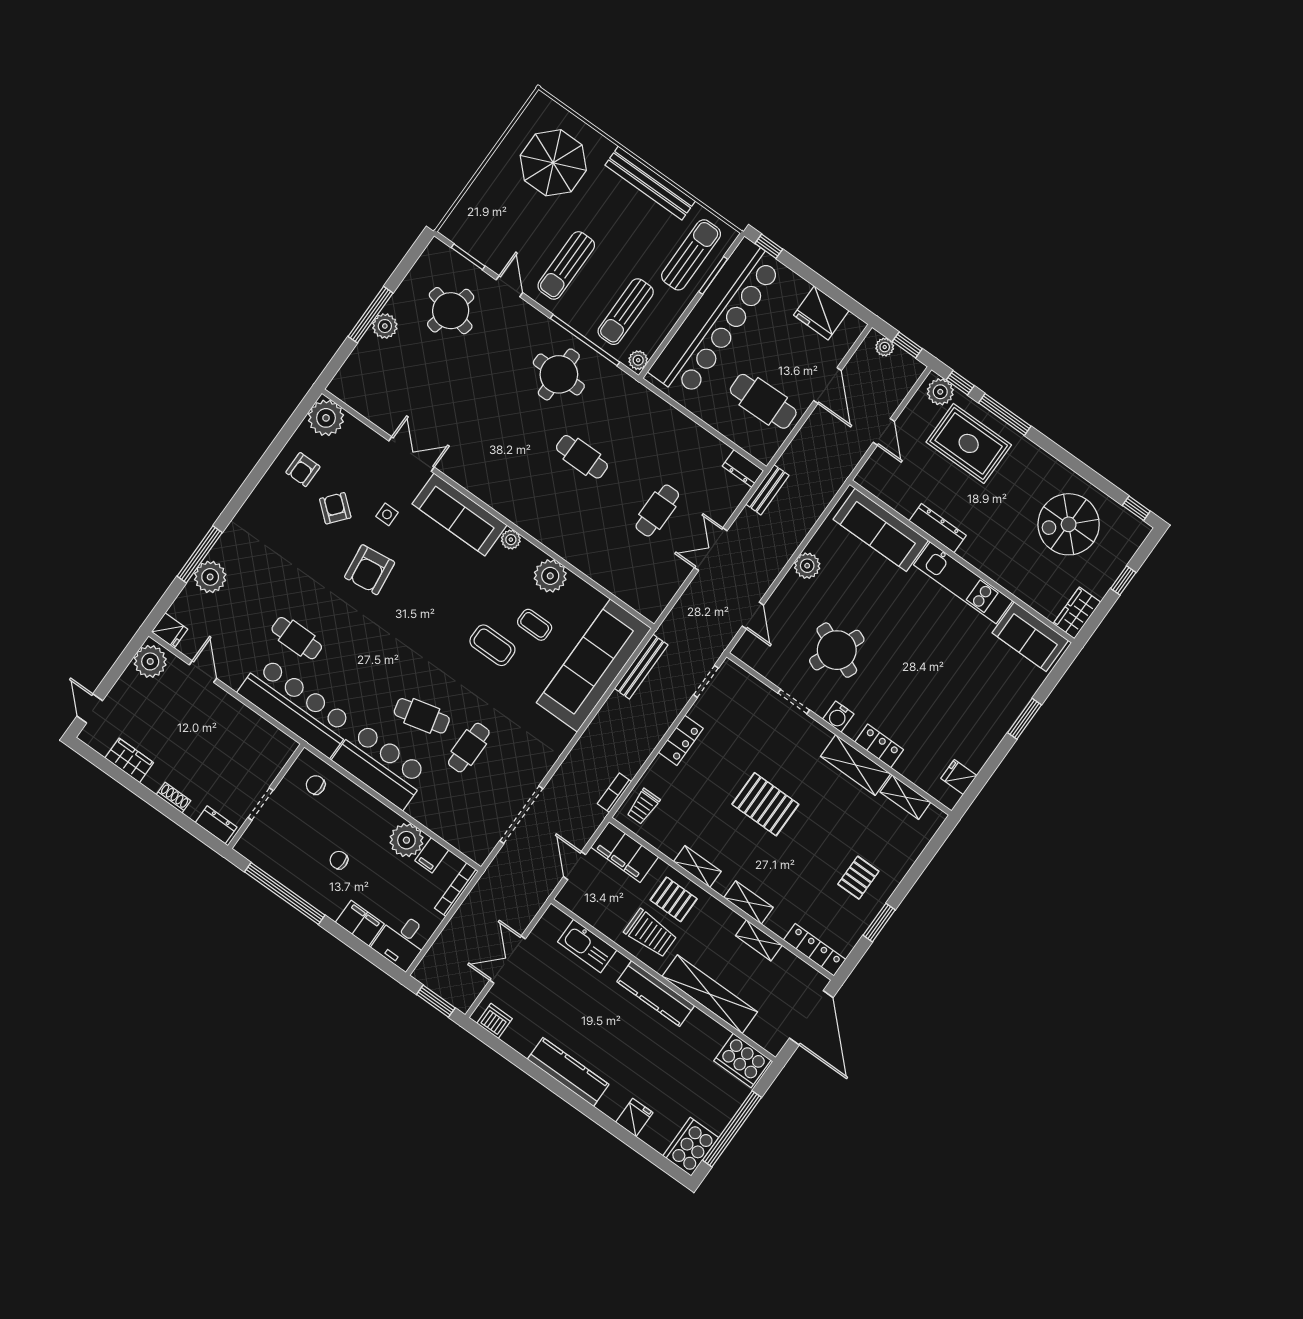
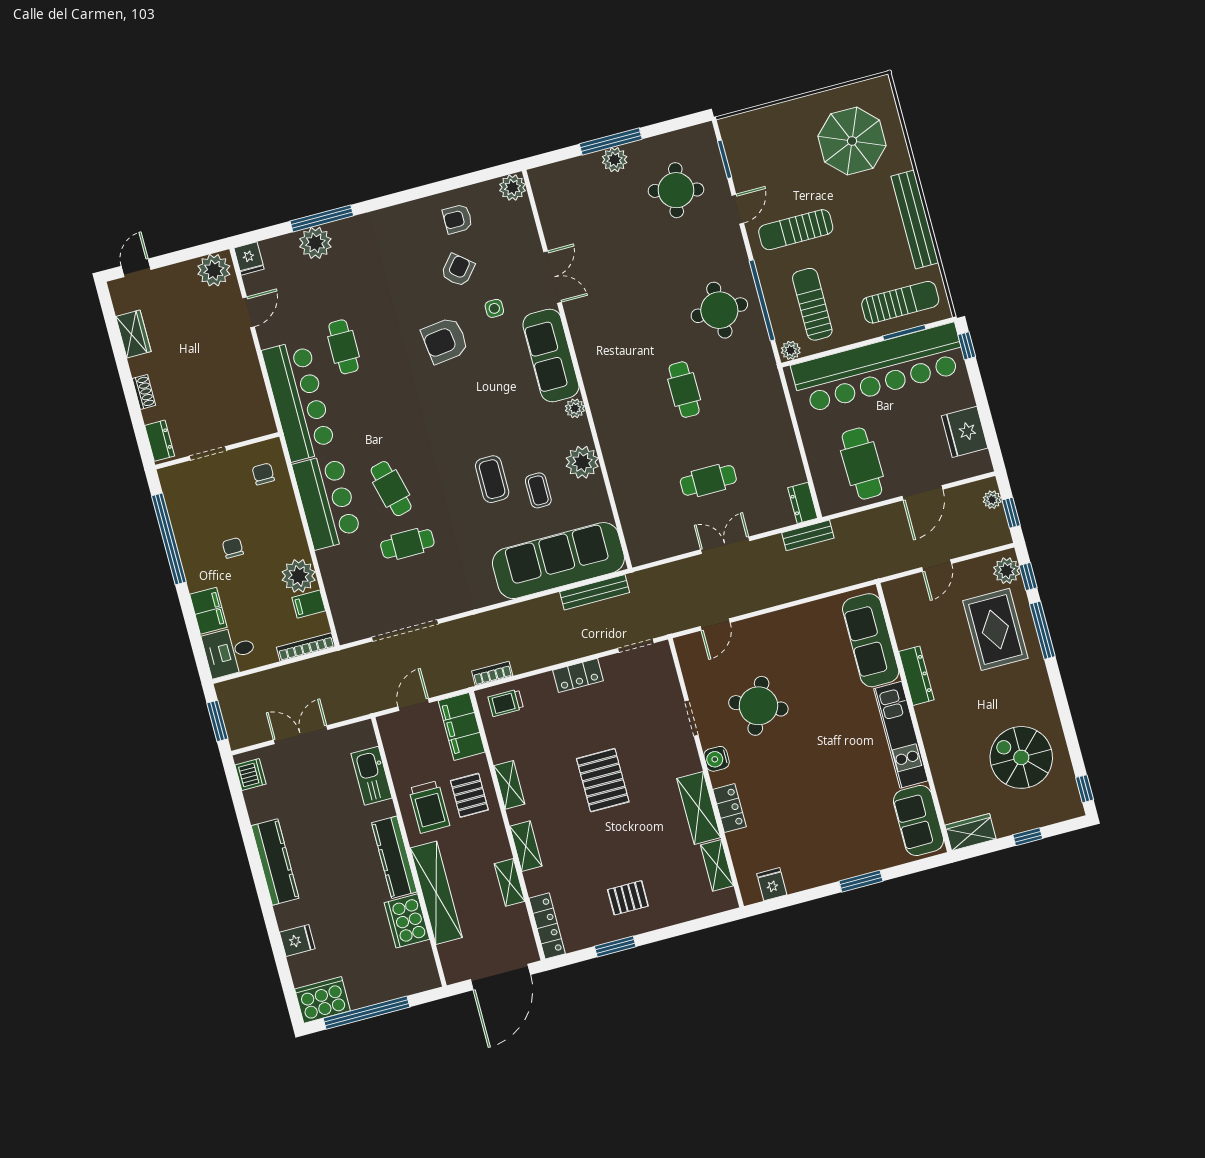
sun lounger: (626, 312) -> (812, 304), turned 90
plant: (326, 418) -> (512, 187), width x0.73, depth x0.73
plant: (807, 566) -> (790, 621), removed
cooker: (742, 1061) -> (407, 921), moved

